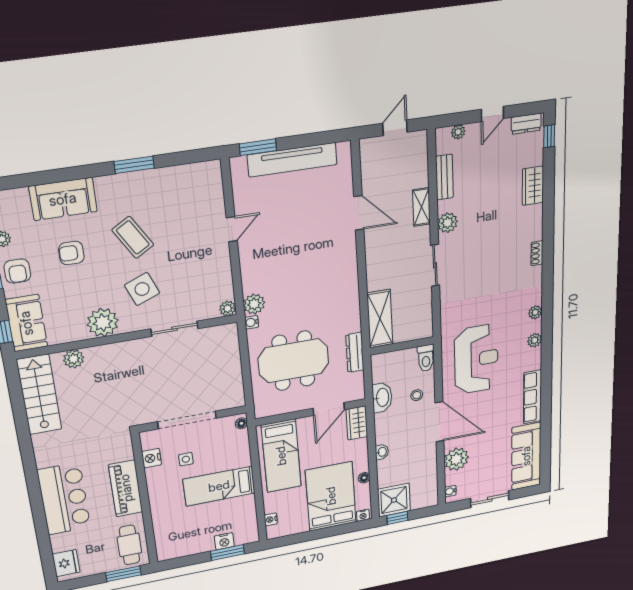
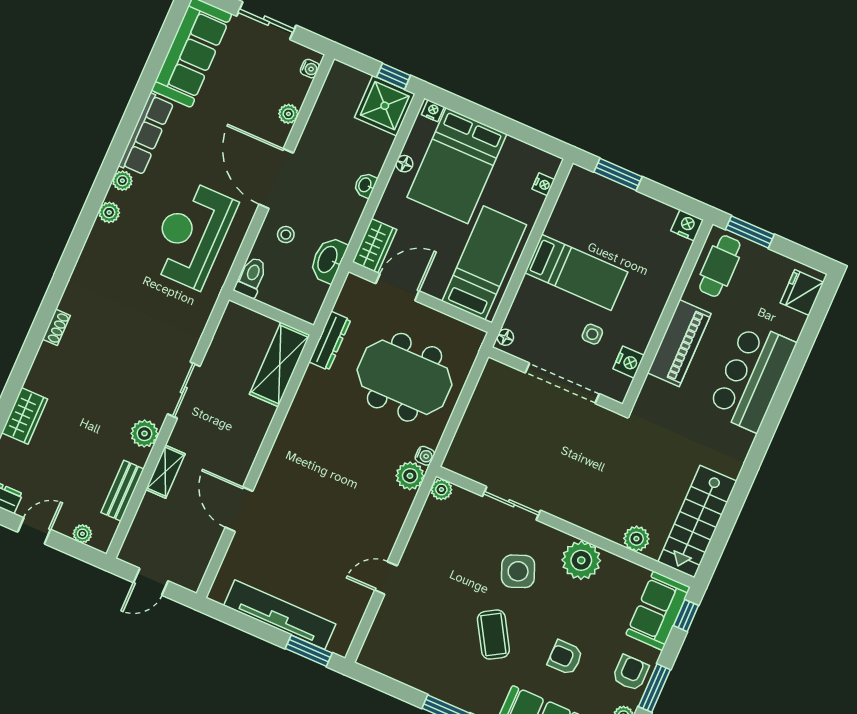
armchair: (71, 253) -> (565, 658), turned 180
plant: (535, 312) -> (122, 181), moved
plant: (456, 459) -> (288, 114), width x0.53, depth x0.53
nightstand: (224, 541) -> (687, 225), moved

